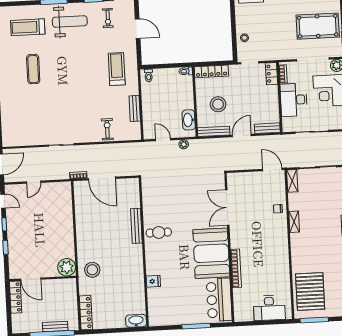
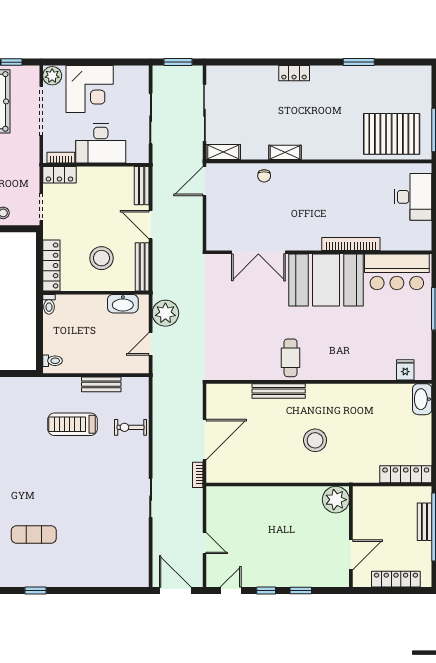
treadmill: (117, 69) -> (72, 424), moved
plant: (184, 144) -> (165, 313), width x1.87, depth x1.87
stool: (92, 270) -> (315, 440), moved
fridge: (153, 281) -> (405, 370), moved
locker: (16, 297) -> (396, 579), moved

